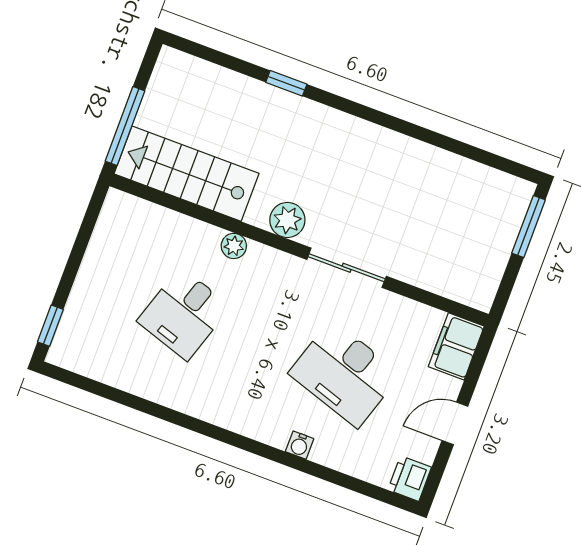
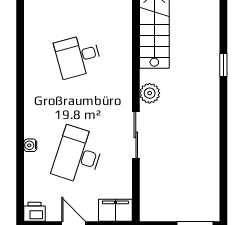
plant: (234, 246) -> (125, 69), removed
desk: (184, 314) -> (78, 56), turned -33

